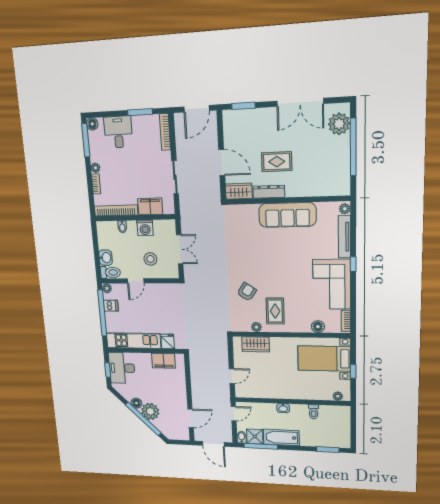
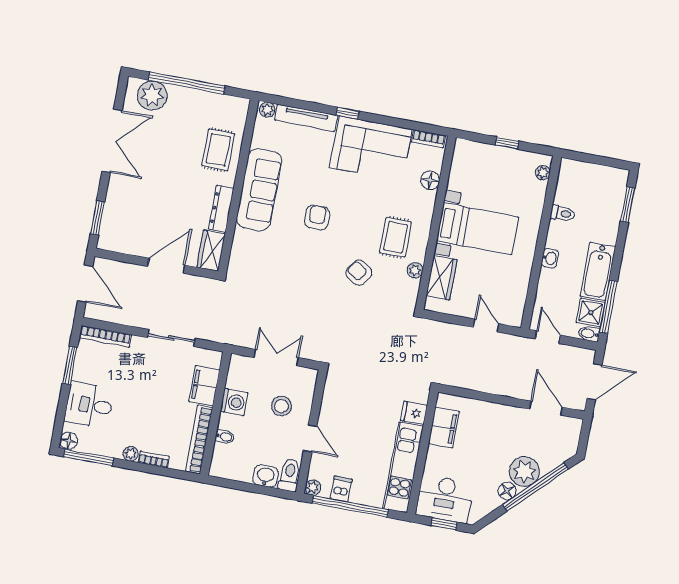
rug: (277, 162) -> (218, 150), moved
armchair: (277, 258) -> (317, 217), added
rug: (275, 311) -> (396, 237), turned 90
bed with nightstands: (324, 358) -> (478, 229), moved, turned -90

